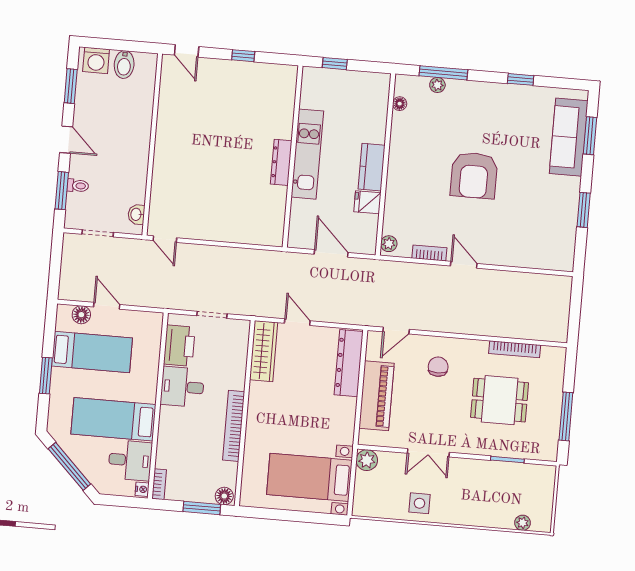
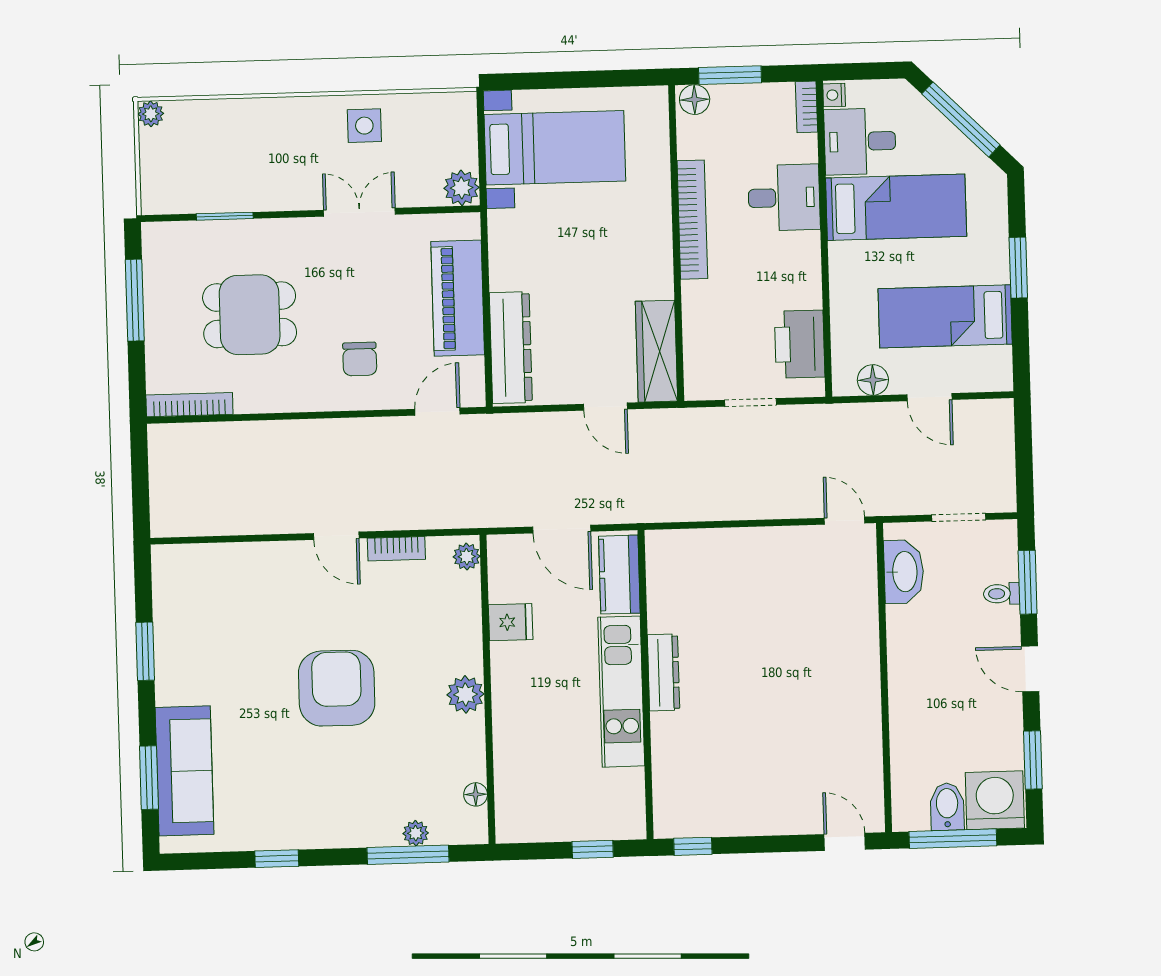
window: (123, 45) -> (953, 839), added
window: (243, 56) -> (693, 846), moved
washing machine: (96, 60) -> (995, 800), width x1.37, depth x1.37
plant: (399, 163) -> (465, 694), added
kitchen counter: (372, 167) -> (619, 575), moved, turned 180
washbasin: (136, 214) -> (904, 572), width x1.91, depth x1.45
floor lamp: (81, 315) -> (873, 380), moved
bookcase: (515, 349) -> (189, 405), moved
desk: (182, 387) -> (784, 198), moved
plant: (523, 523) -> (151, 114), moved

